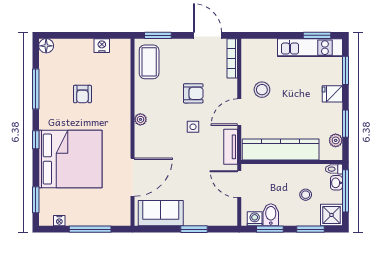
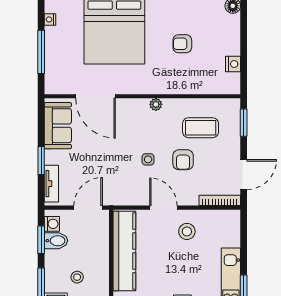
coffee table: (149, 62) -> (201, 128), moved
tv unit: (231, 147) -> (51, 184), moved, turned 90

